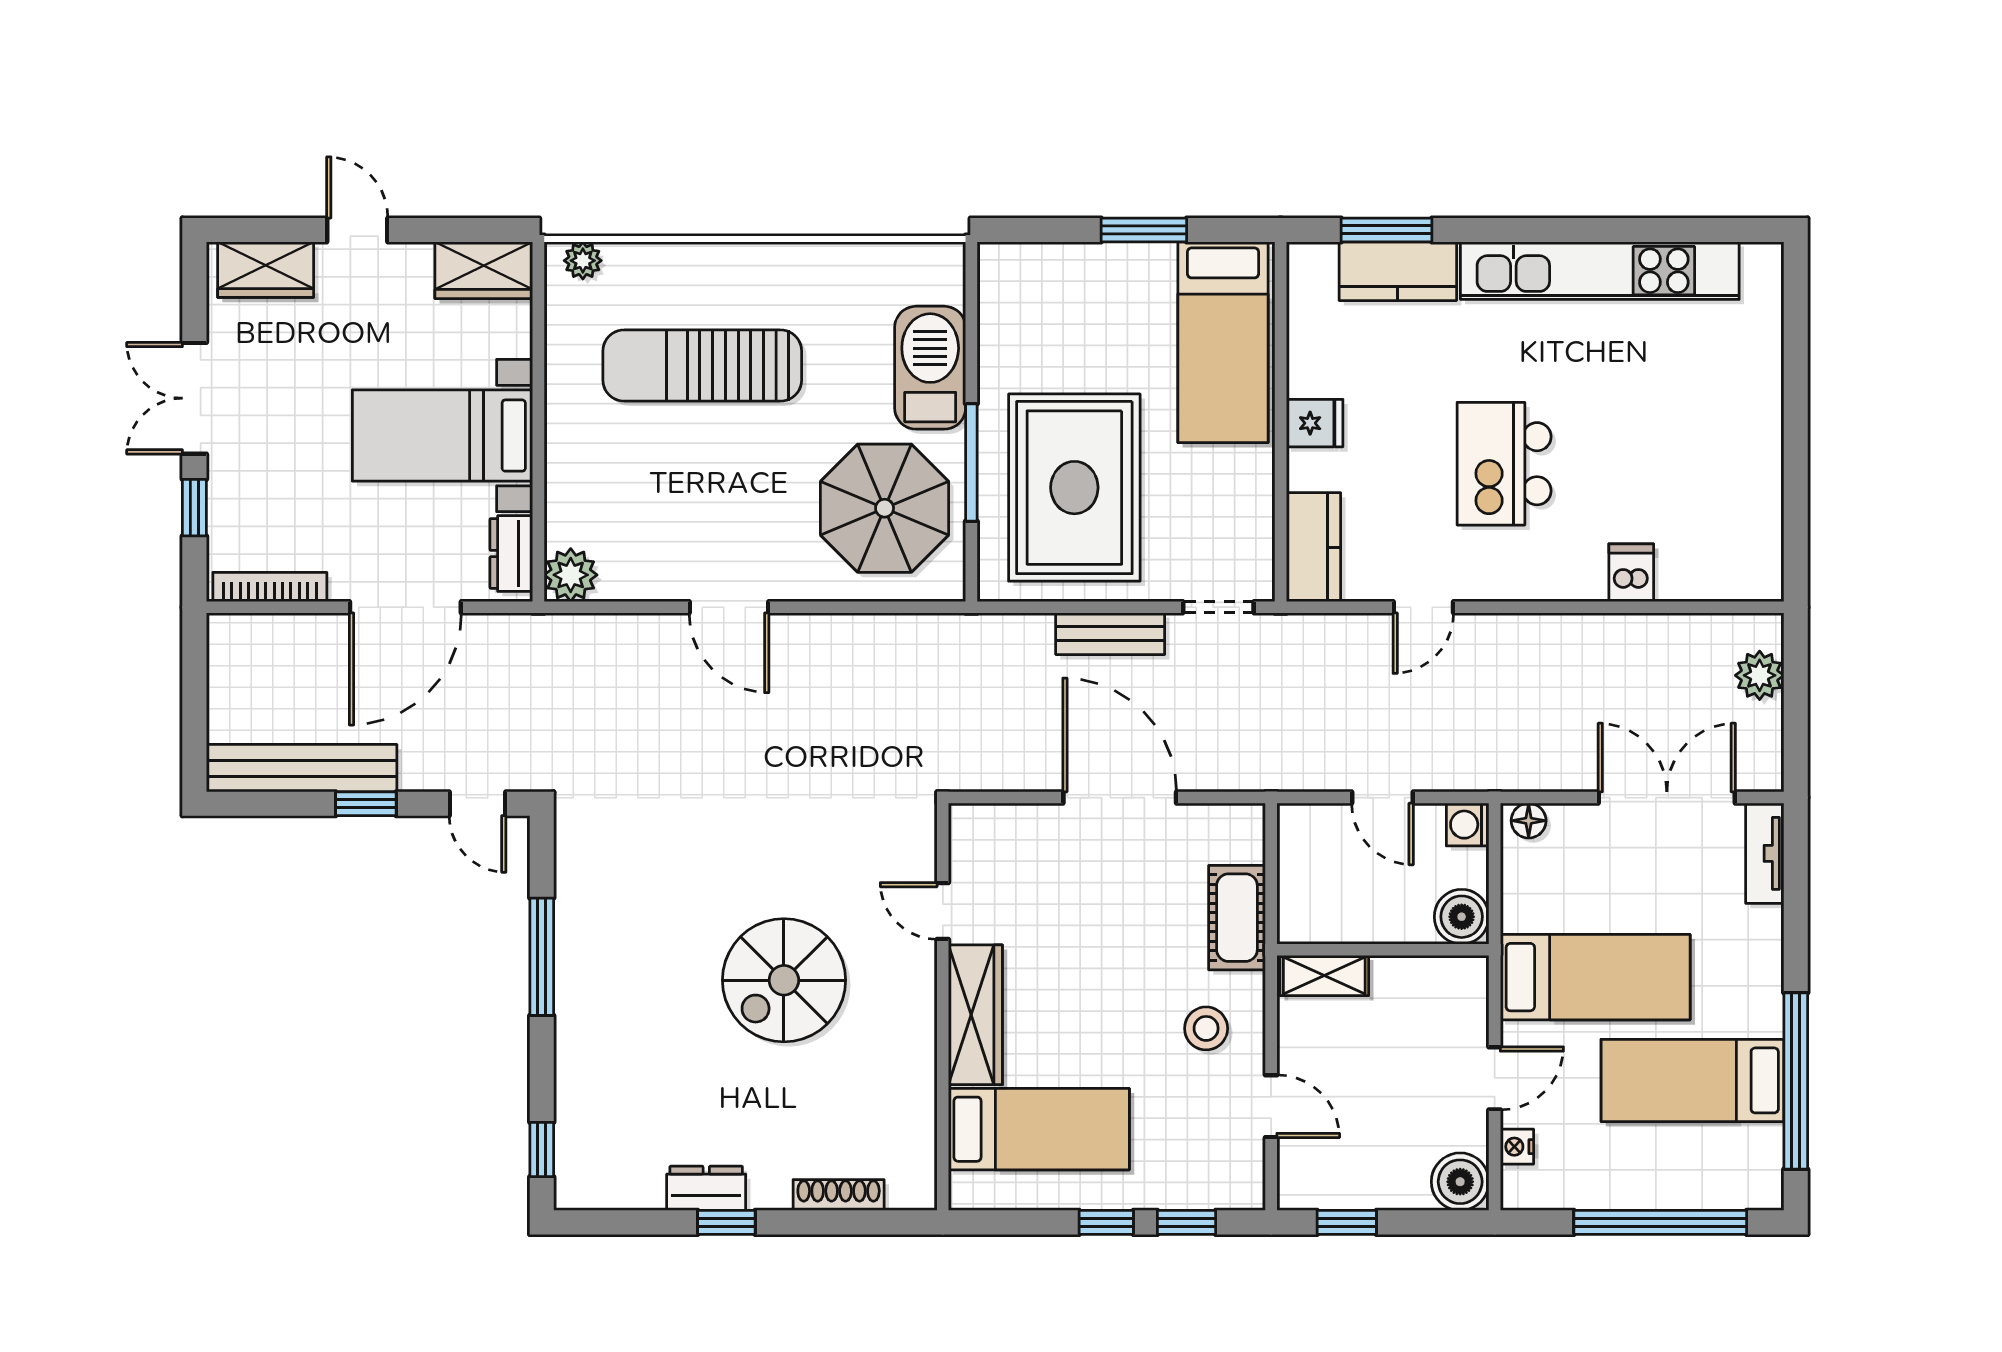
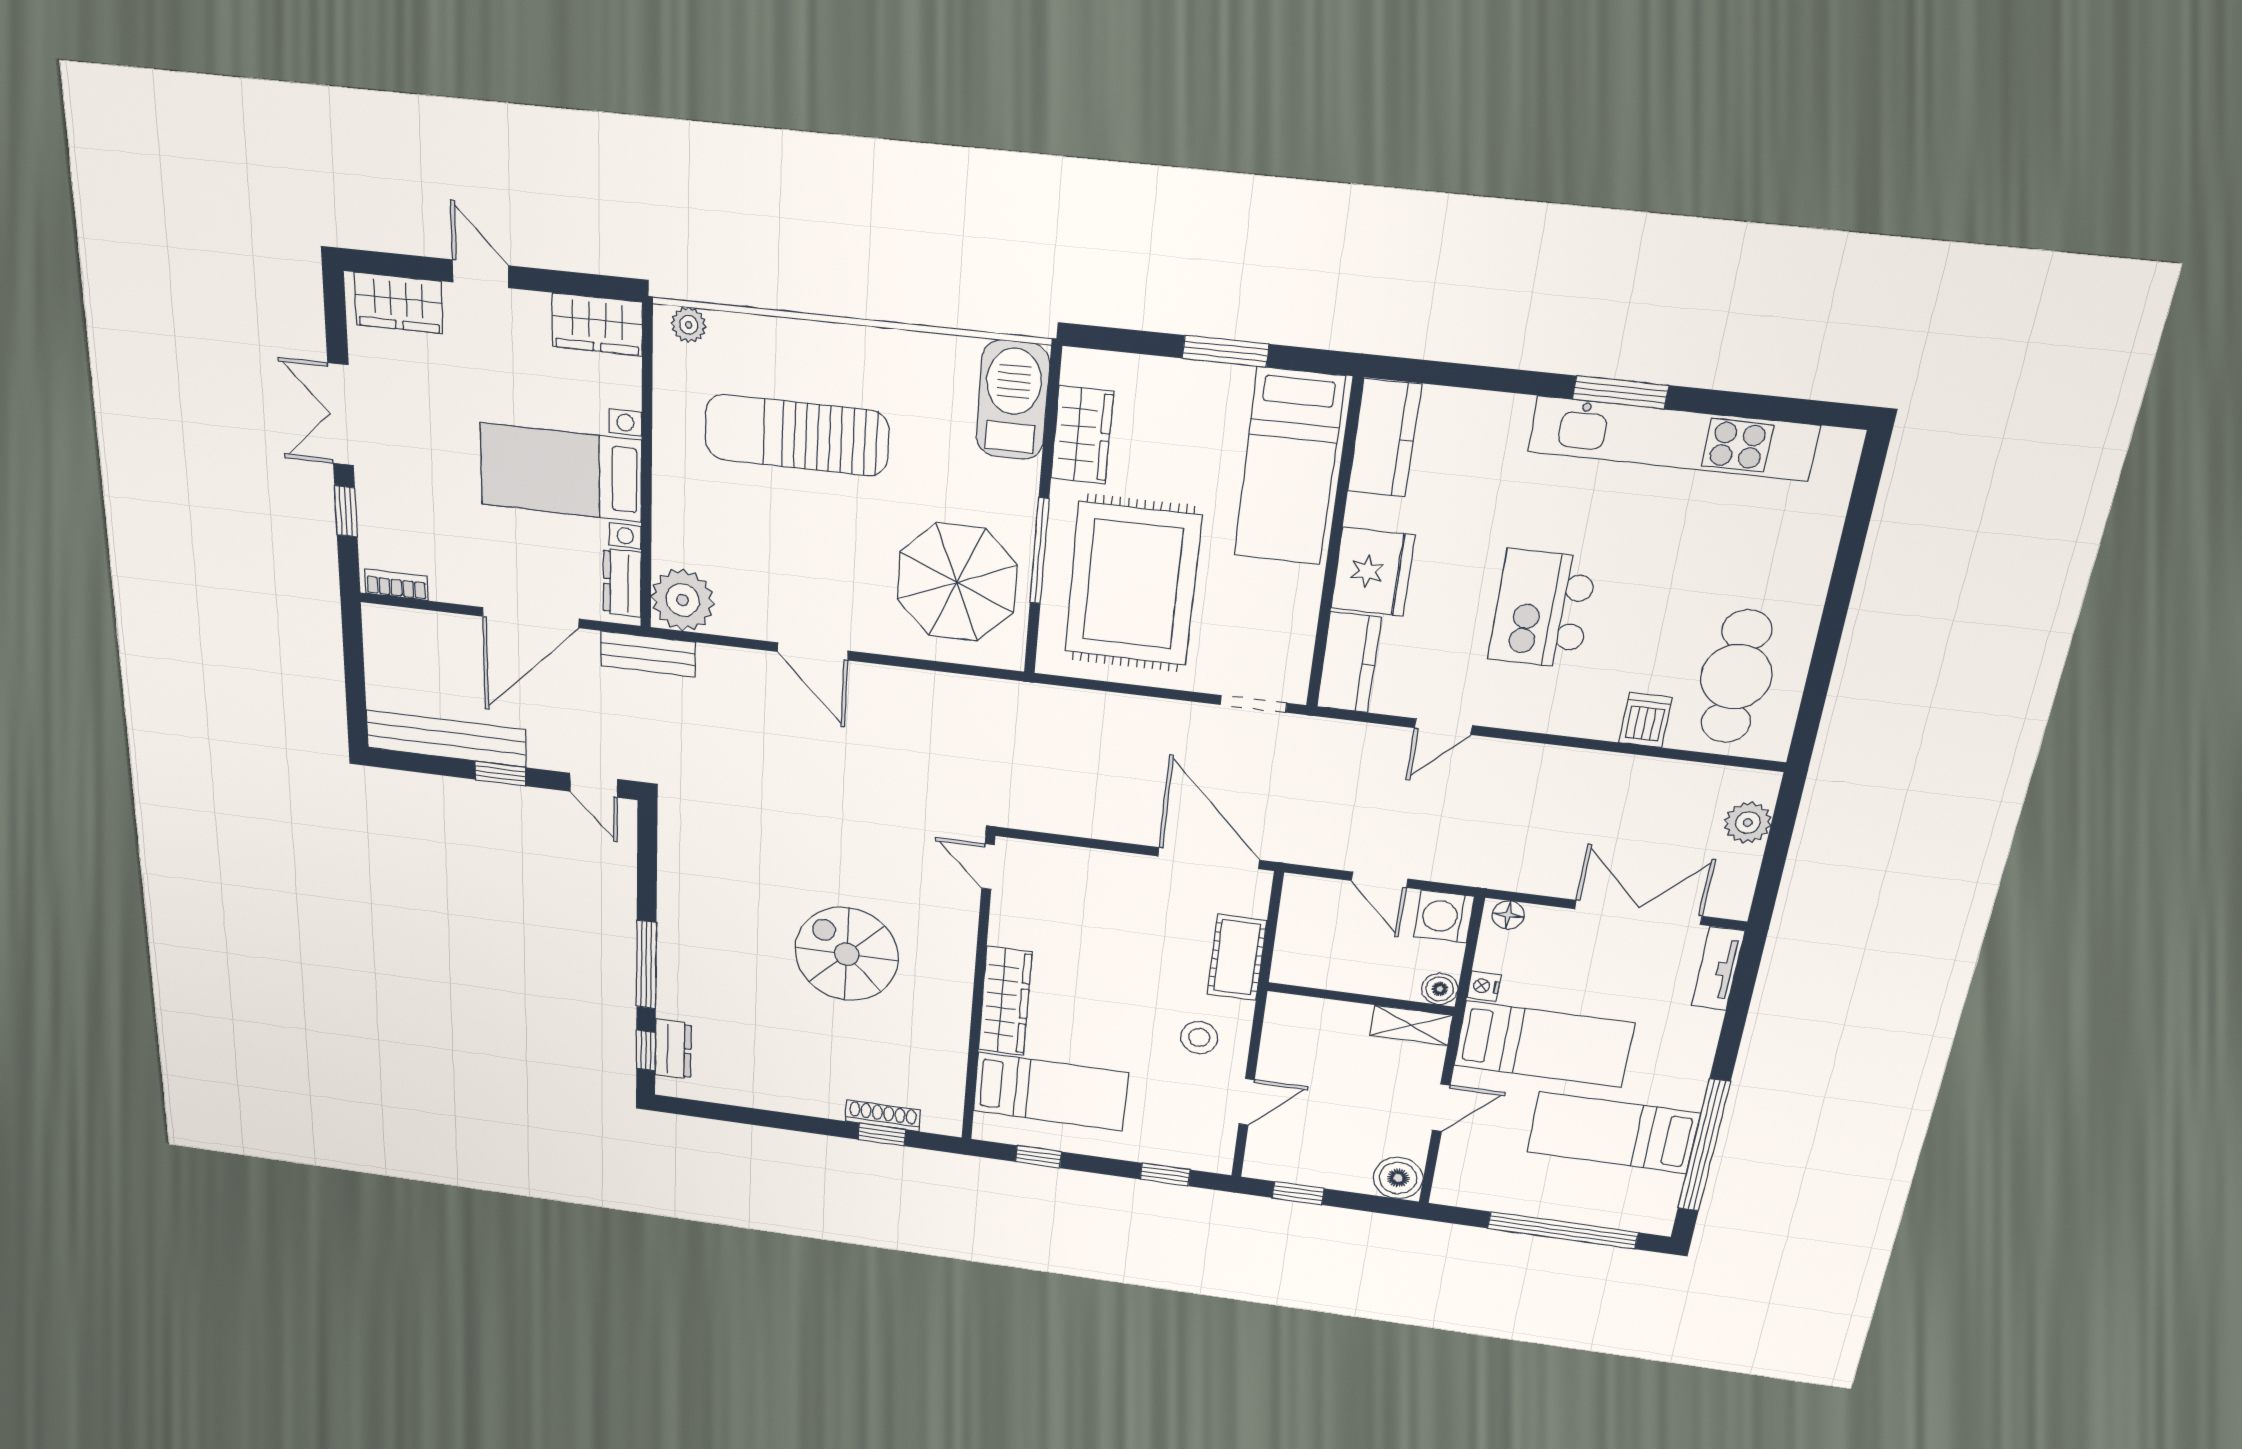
window: (1387, 230) -> (1620, 392), moved
kitchen counter: (1398, 271) -> (1385, 438), moved, turned -90
wardrobe: (1006, 332) -> (1082, 435), added
barbecue: (930, 368) -> (1013, 400), moved
fridge: (1315, 423) -> (1373, 572), width x1.88, depth x1.34
cafe table: (1713, 513) -> (1736, 677), added
plant: (571, 575) -> (683, 600), width x1.36, depth x1.36
bookcase: (270, 587) -> (396, 585), width x0.64
bench: (1110, 634) -> (648, 654), moved
door: (1120, 798) -> (1209, 858), moved
washing machine: (1468, 825) -> (1444, 917), width x1.38, depth x1.38
door: (943, 911) -> (988, 867), moved
boiler: (1462, 917) -> (1440, 989), width x0.73, depth x0.73
window: (542, 957) -> (646, 965), moved
shelving: (1324, 975) -> (1411, 1025), moved
spiral stairs: (784, 980) -> (847, 954), turned 90
door: (1271, 1106) -> (1247, 1102), hinge flipped
nightstand: (1517, 1147) -> (1484, 986), moved
dresser: (706, 1188) -> (673, 1049), moved, turned 90
window: (726, 1222) -> (882, 1135), moved
window: (1106, 1222) -> (1039, 1157), moved

